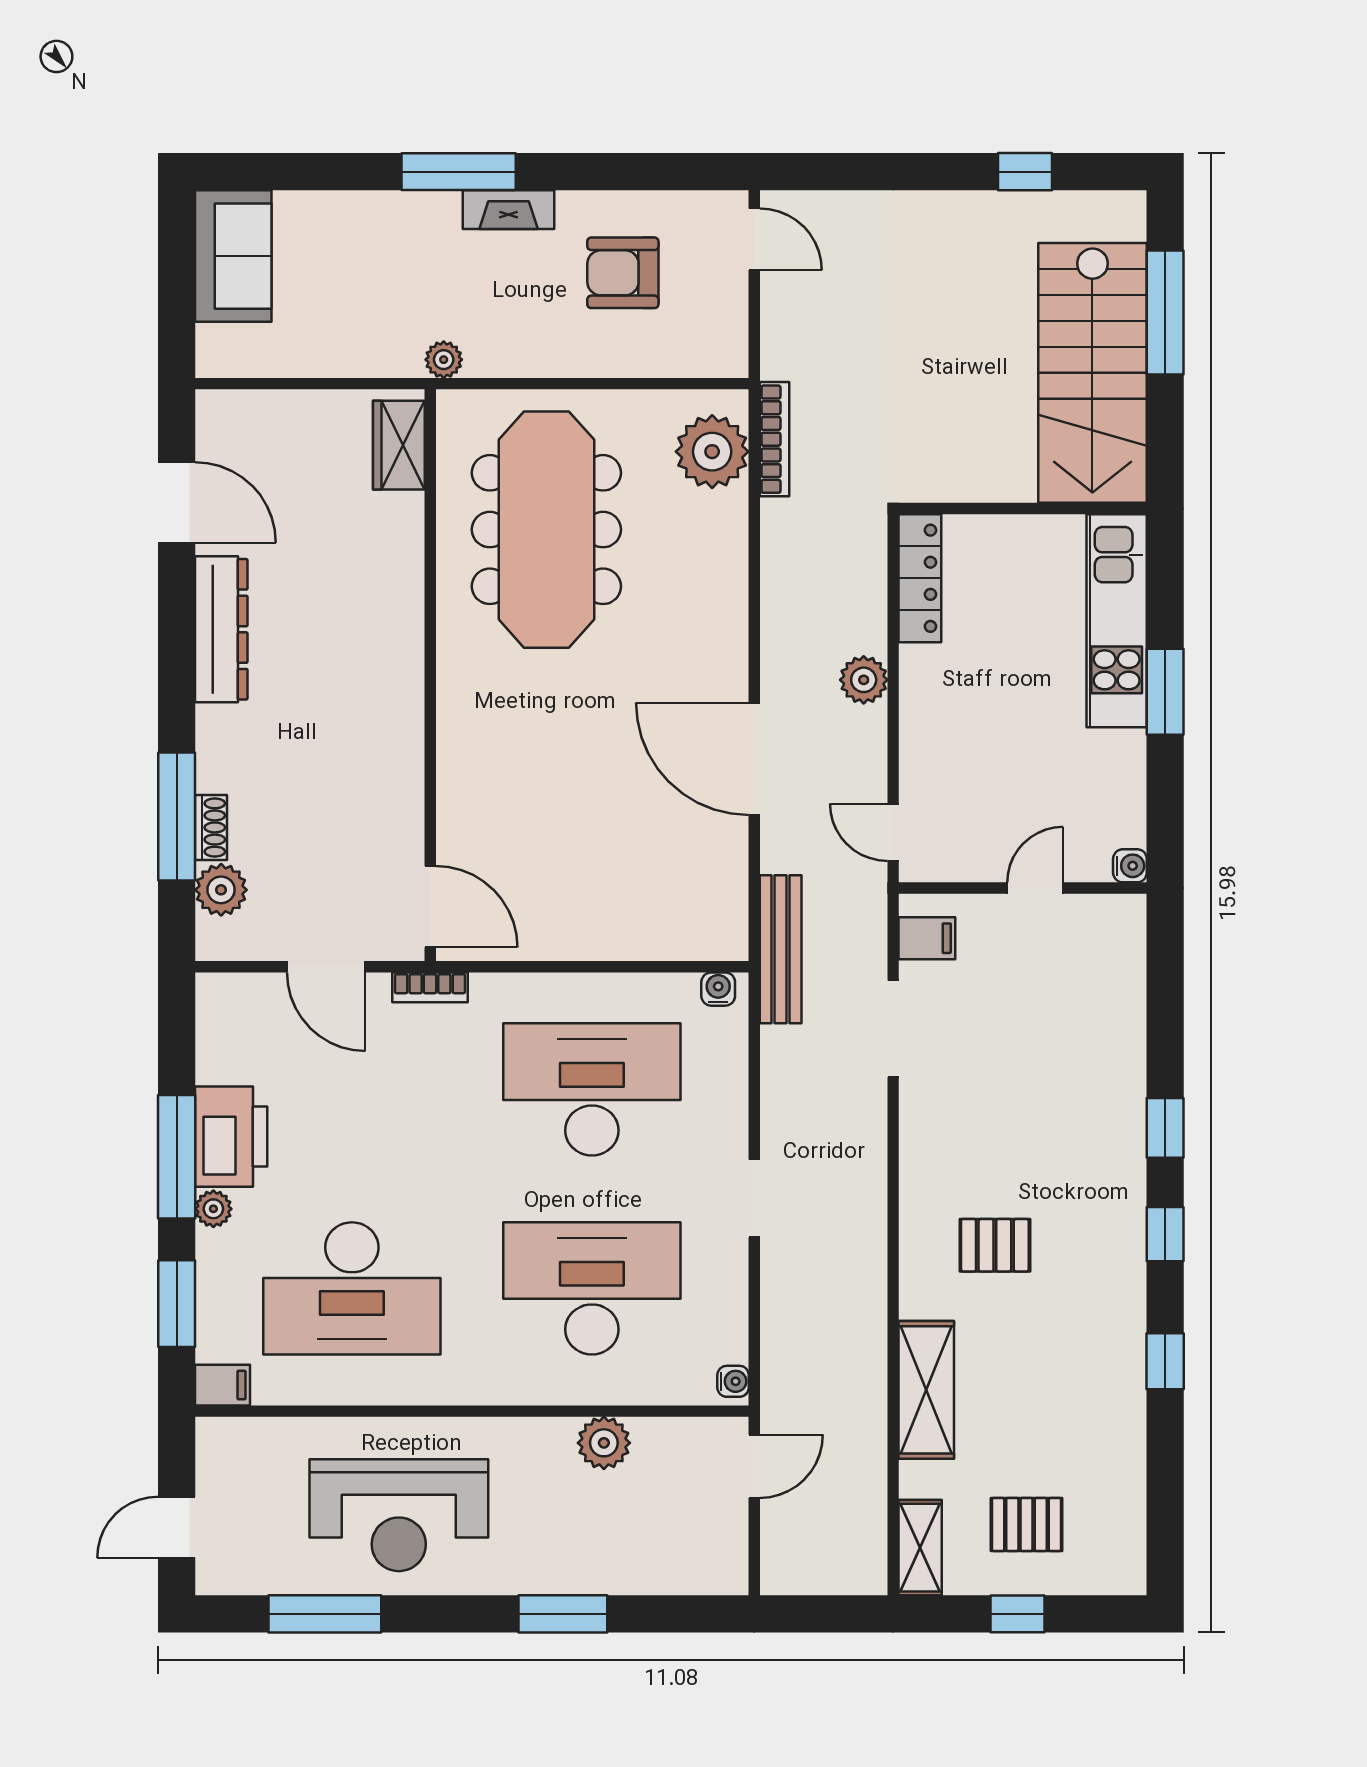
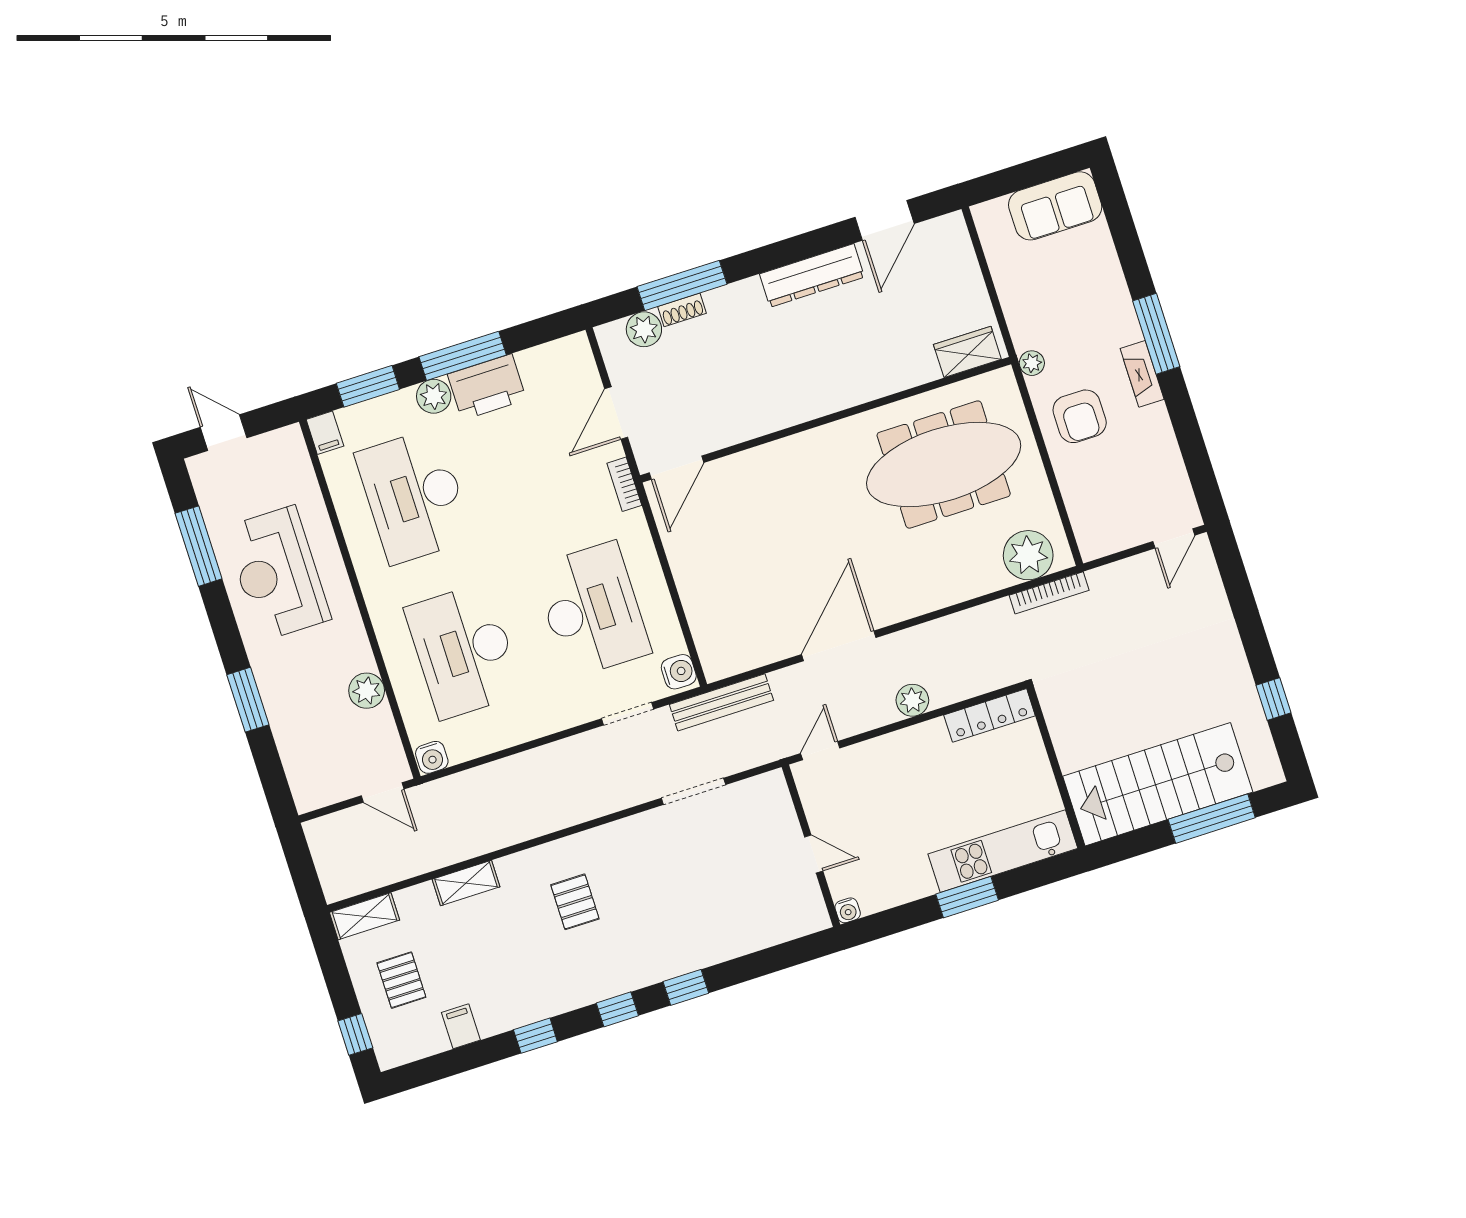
armchair: (623, 273) -> (1080, 416), moved, turned 180
filing cabinet: (927, 938) -> (461, 1026), moved, turned 180
water cooler: (718, 989) -> (679, 672), width x1.38, depth x1.38
doorway: (754, 1198) -> (628, 714), moved
plant: (213, 1209) -> (434, 396), width x1.38, depth x1.38
desk: (592, 1288) -> (464, 651), turned 180
water cooler: (733, 1381) -> (432, 757), width x1.38, depth x1.38
shelving: (926, 1390) -> (466, 883), width x0.67, depth x0.75
window: (1017, 1614) -> (355, 1034), moved

